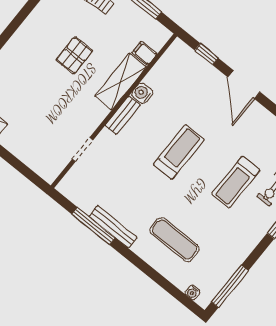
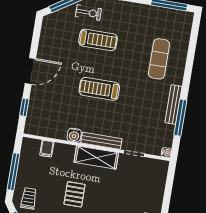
pallet: (74, 55) -> (75, 194), turned 90
shelving: (121, 81) -> (96, 157), moved
bench: (123, 115) -> (101, 141), width x1.36
water cooler: (193, 292) -> (166, 152), moved

